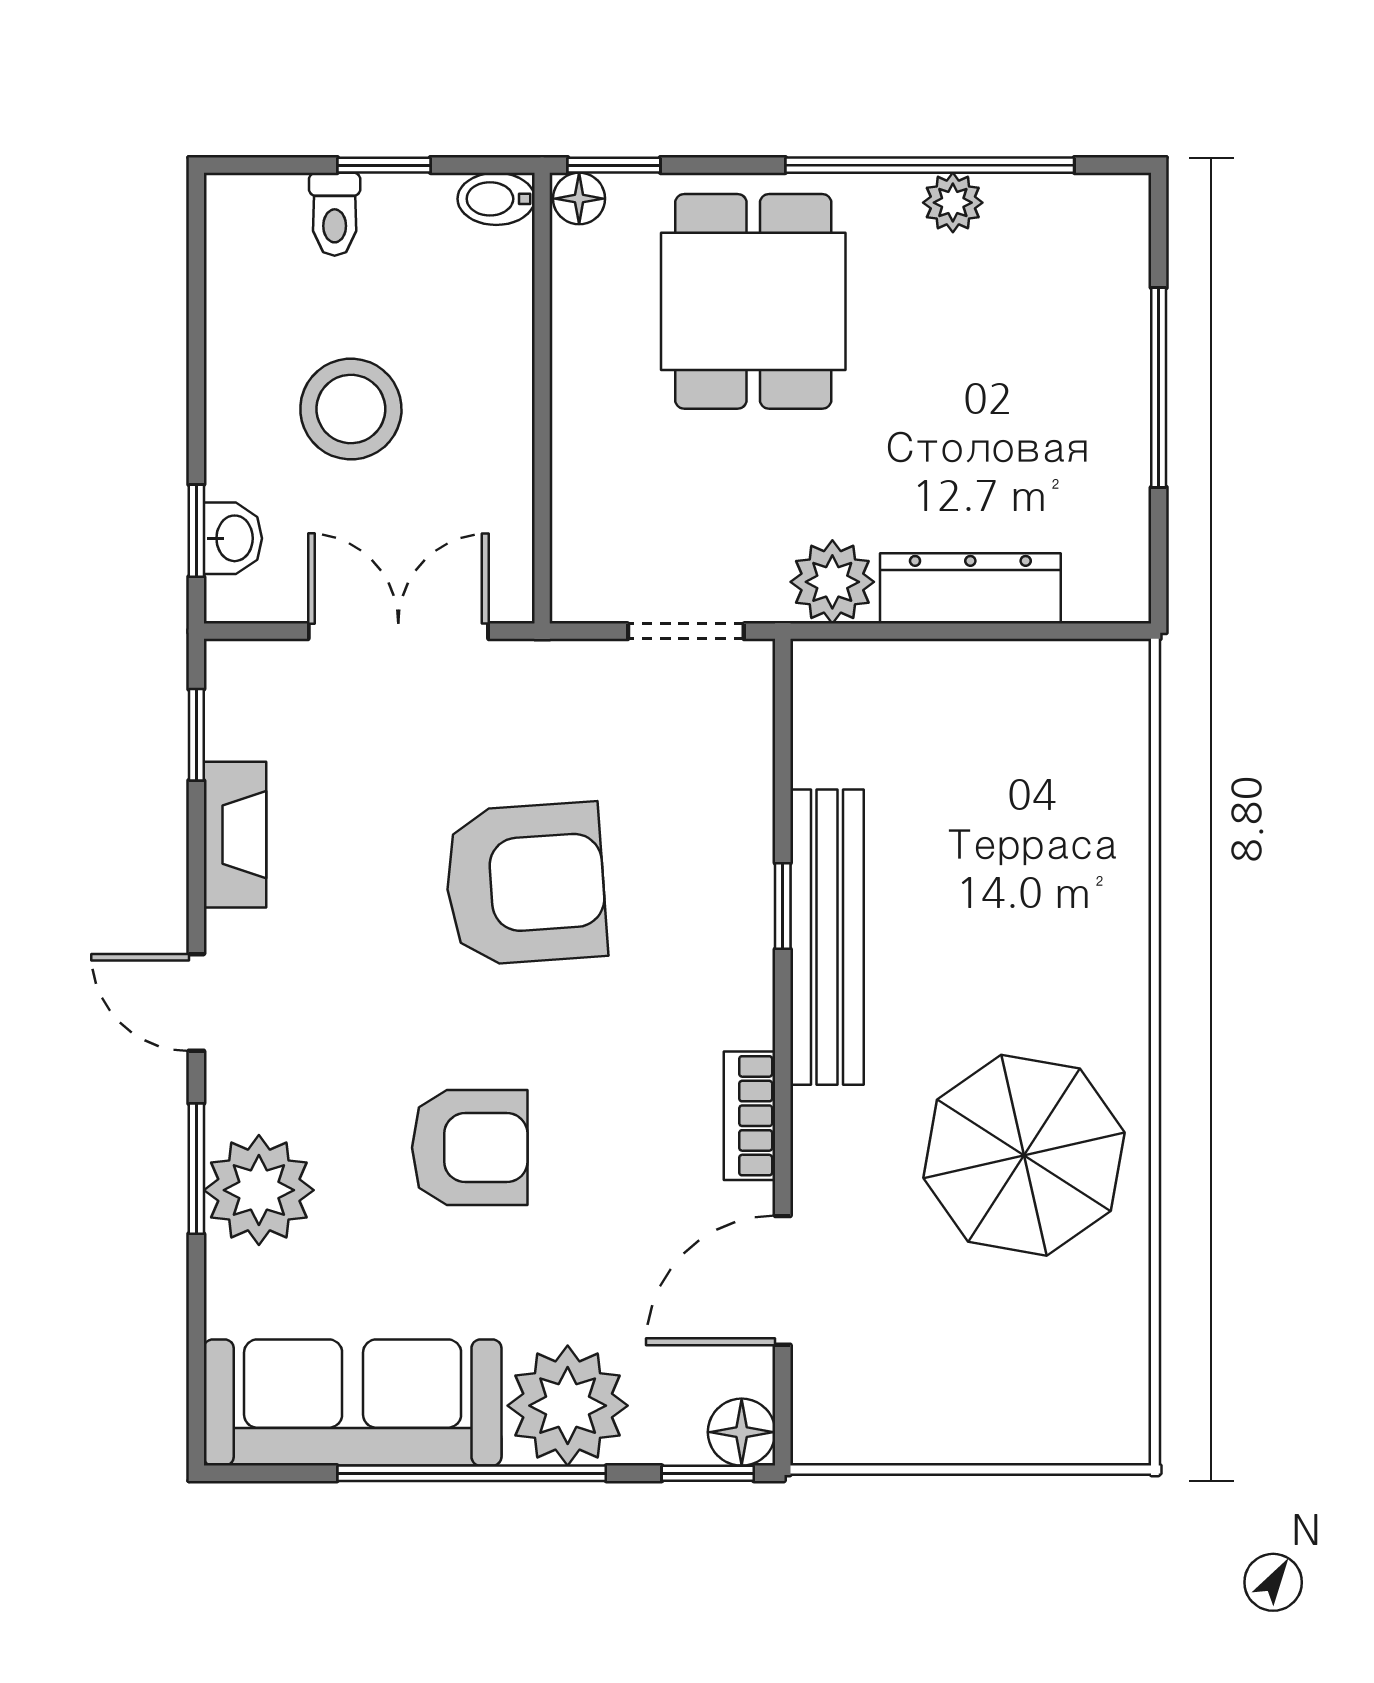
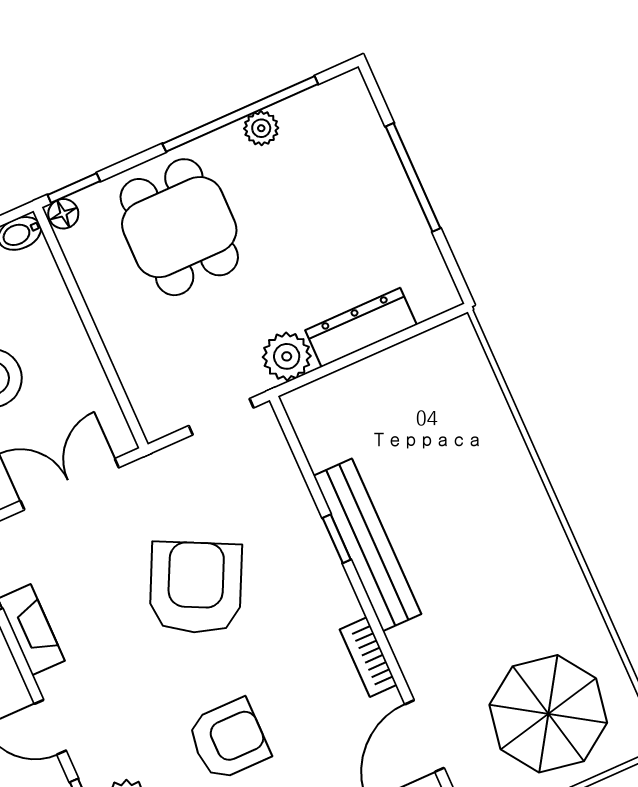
armchair: (525, 884) -> (196, 588), turned -60
parasol: (1024, 1155) -> (548, 714), moved

